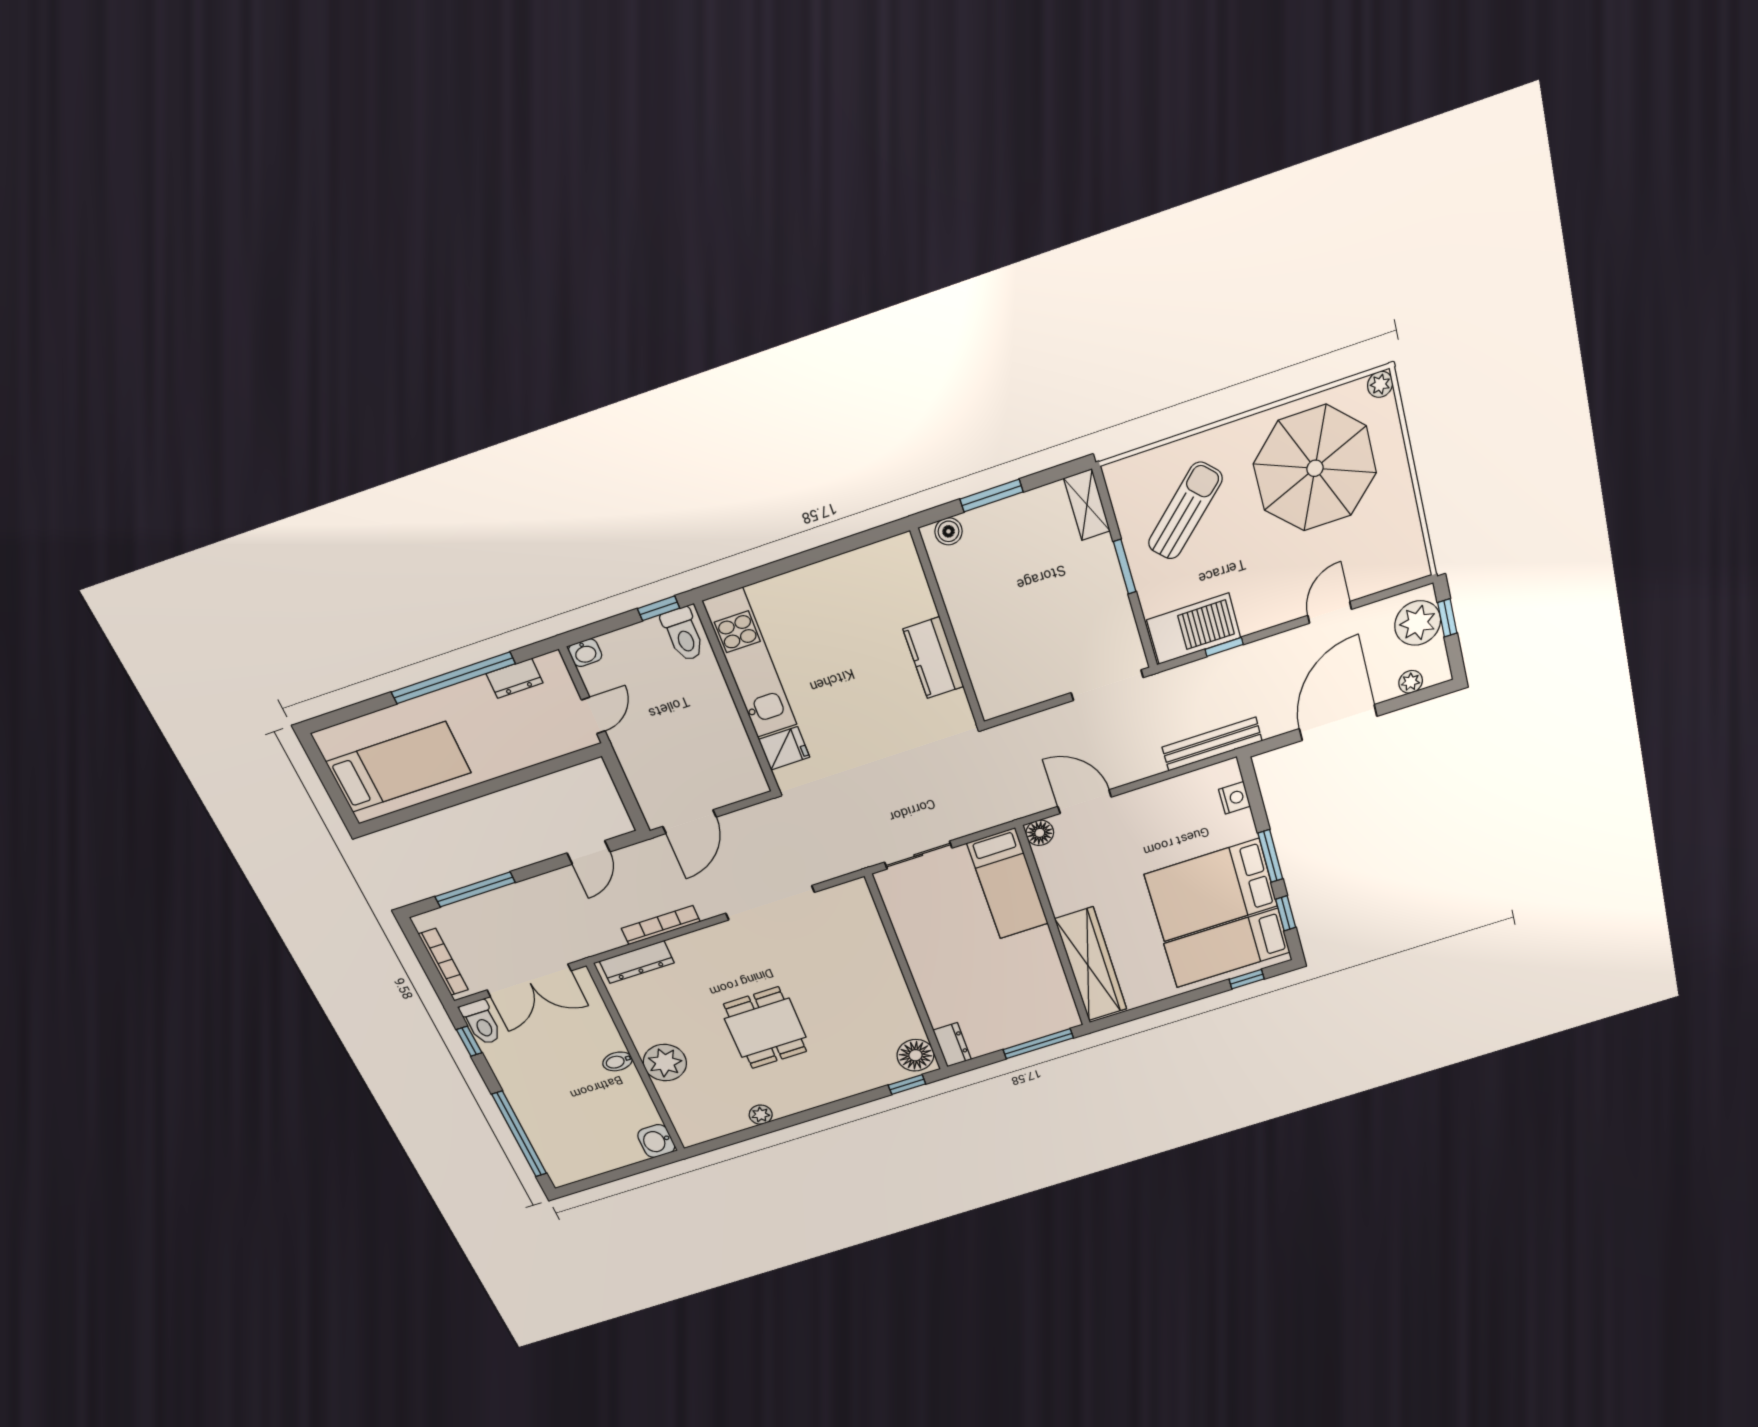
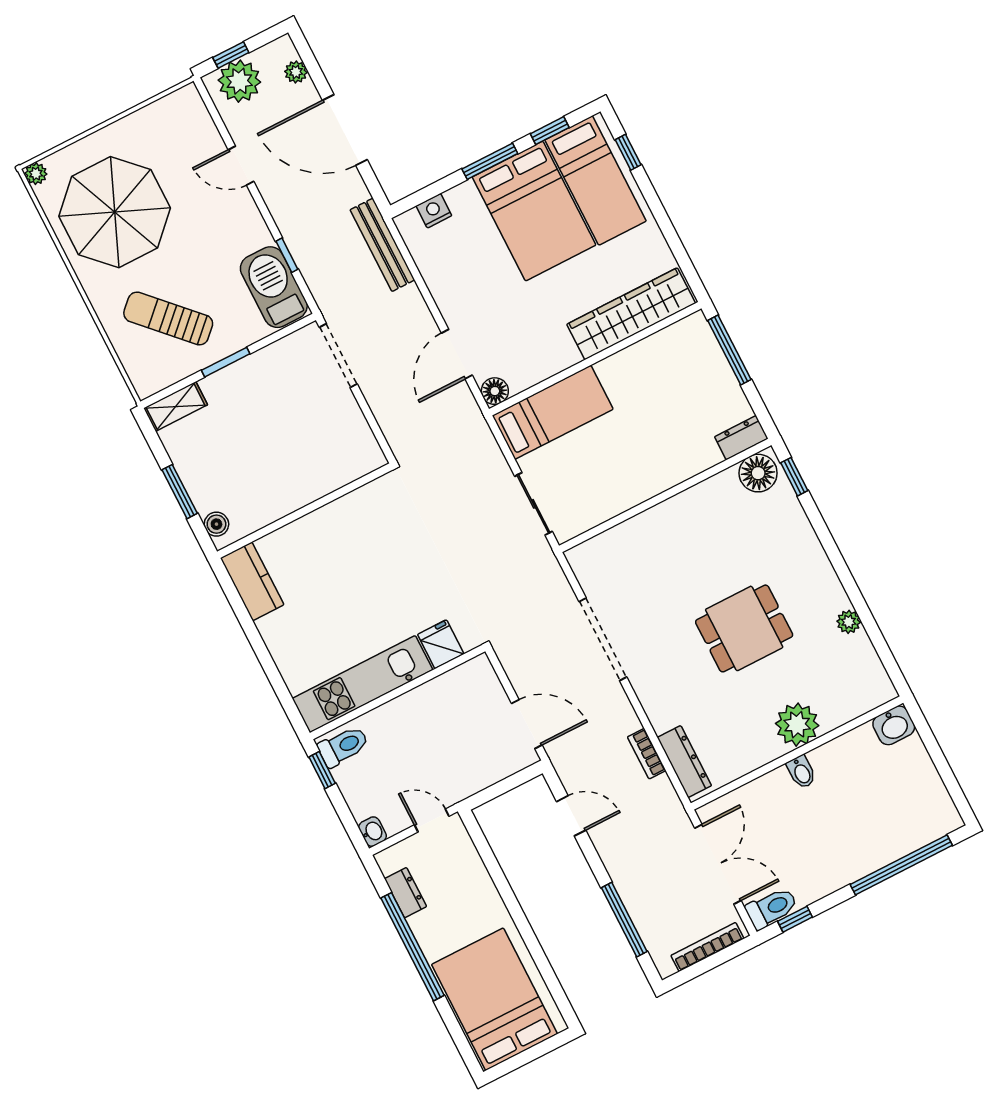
kitchen counter: (934, 658) -> (252, 581), moved, turned -90
bed: (399, 767) -> (495, 999), width x1.50
bookcase: (661, 925) -> (647, 754), width x0.64

